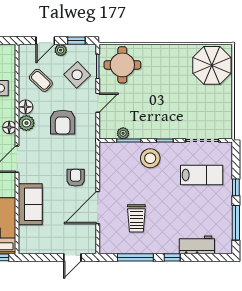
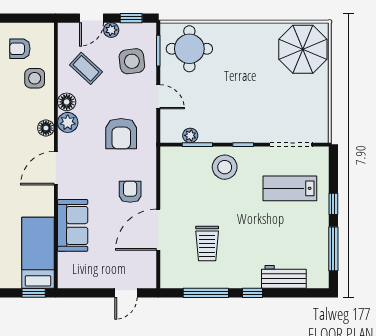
side table: (77, 75) -> (132, 61), turned 36
door: (98, 103) -> (158, 97), hinge flipped
armchair: (63, 122) -> (121, 134), moved
lab bench: (202, 175) -> (290, 188), turned 180

